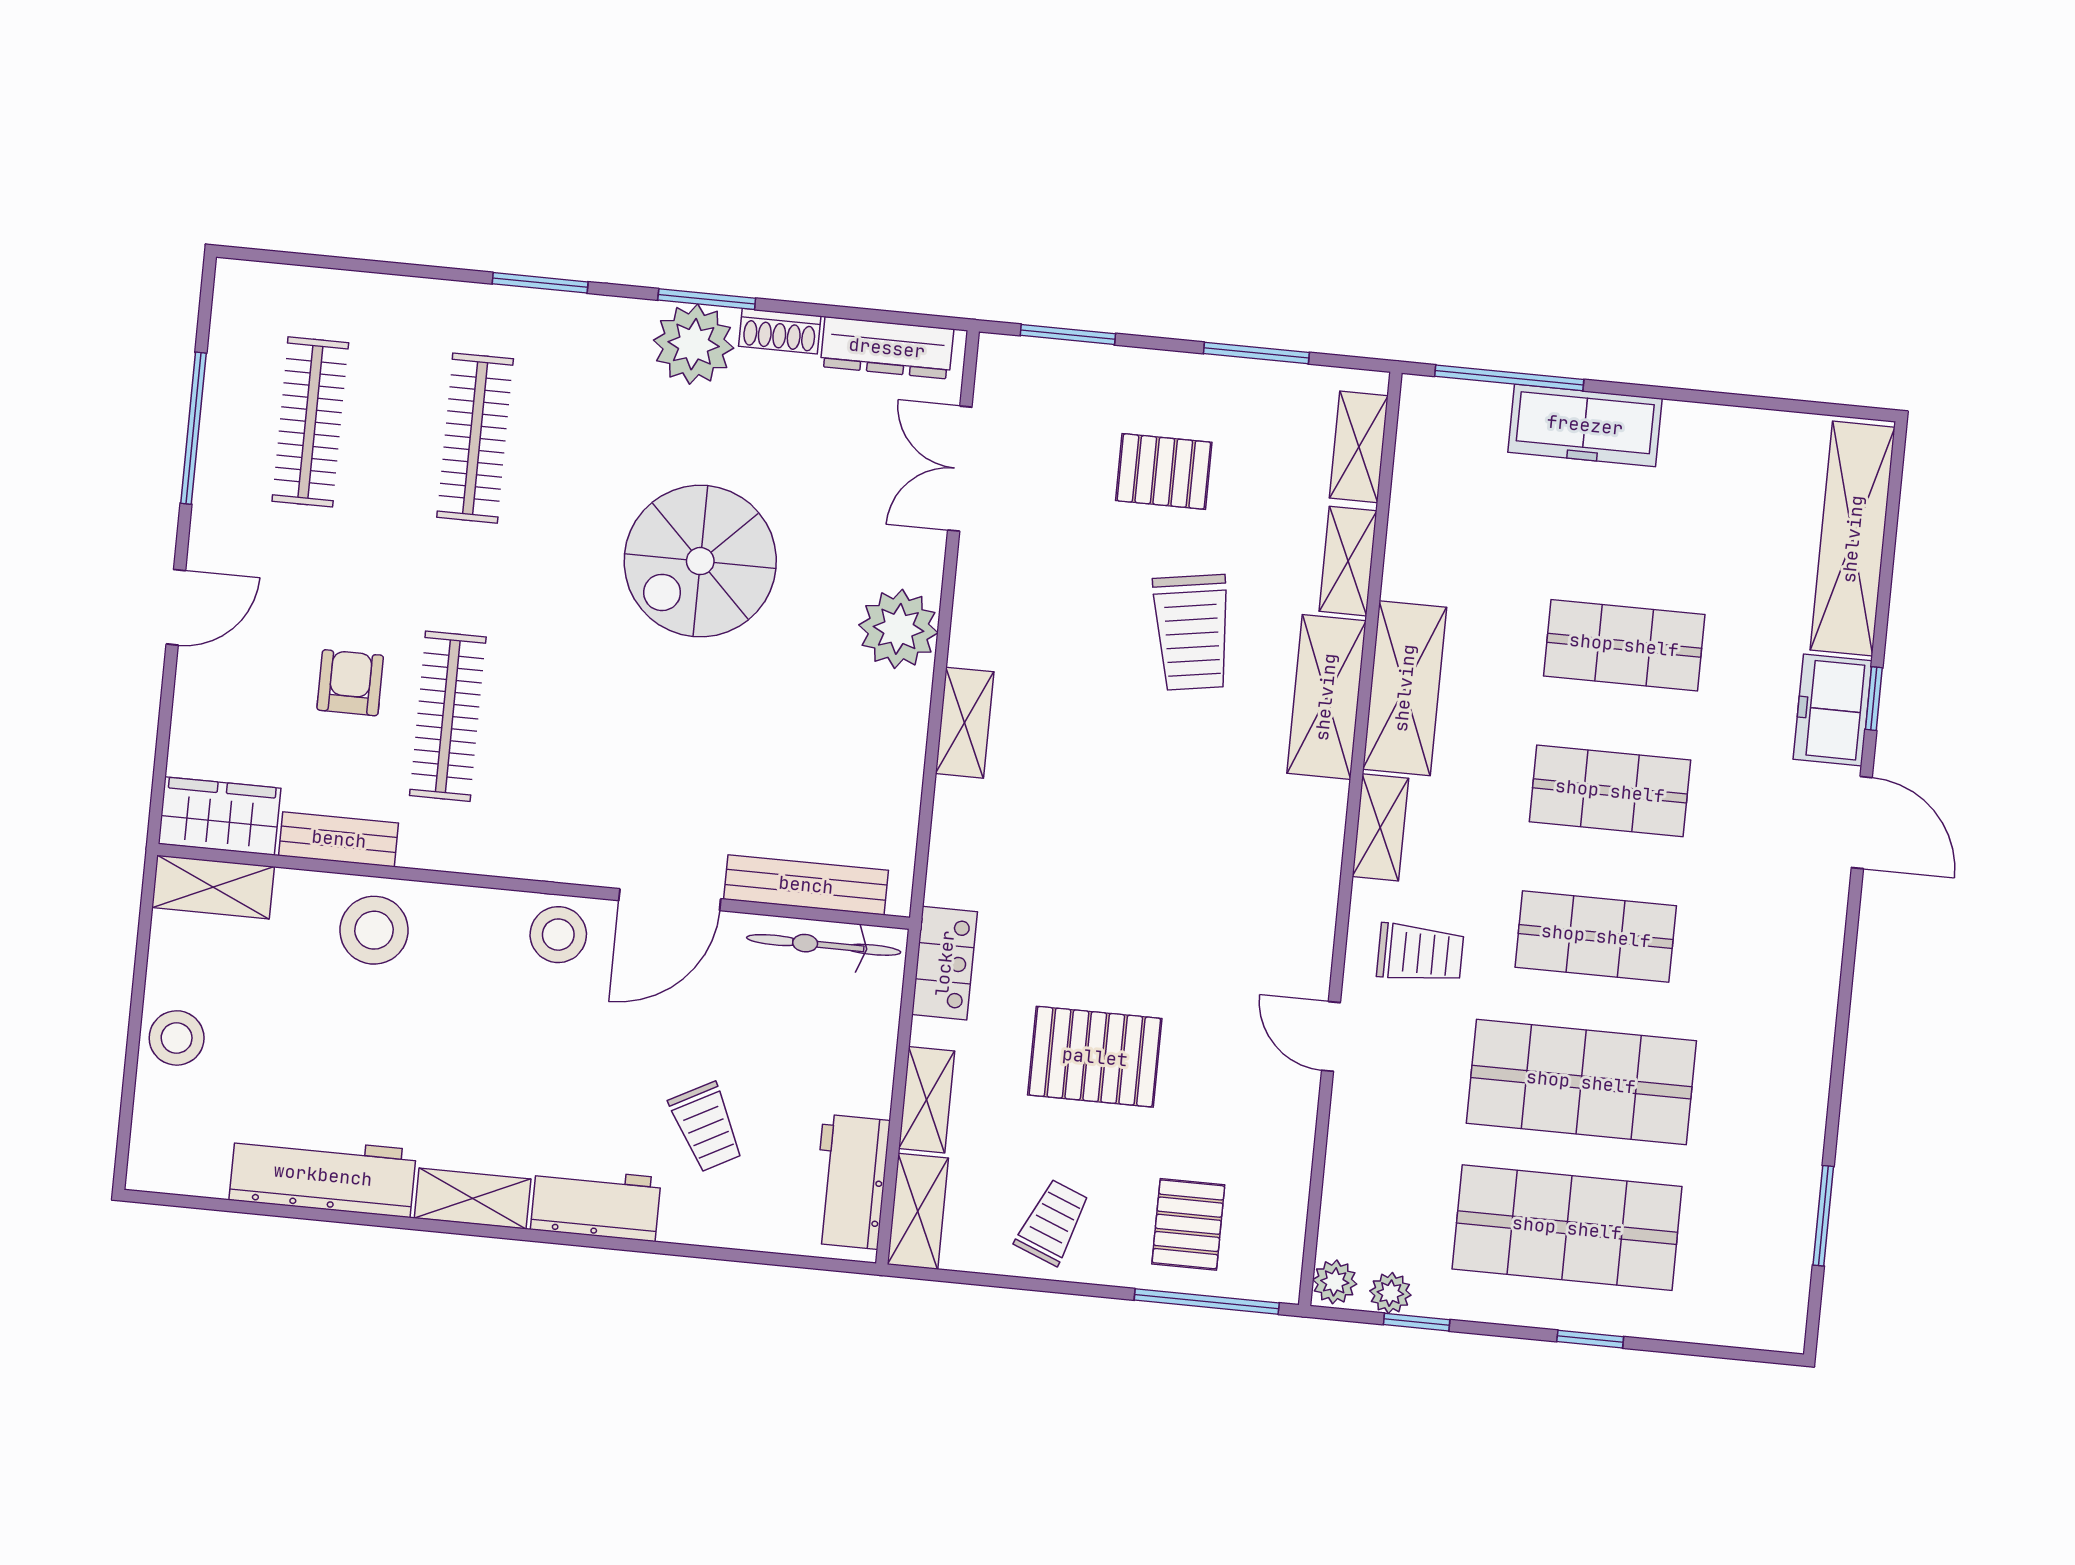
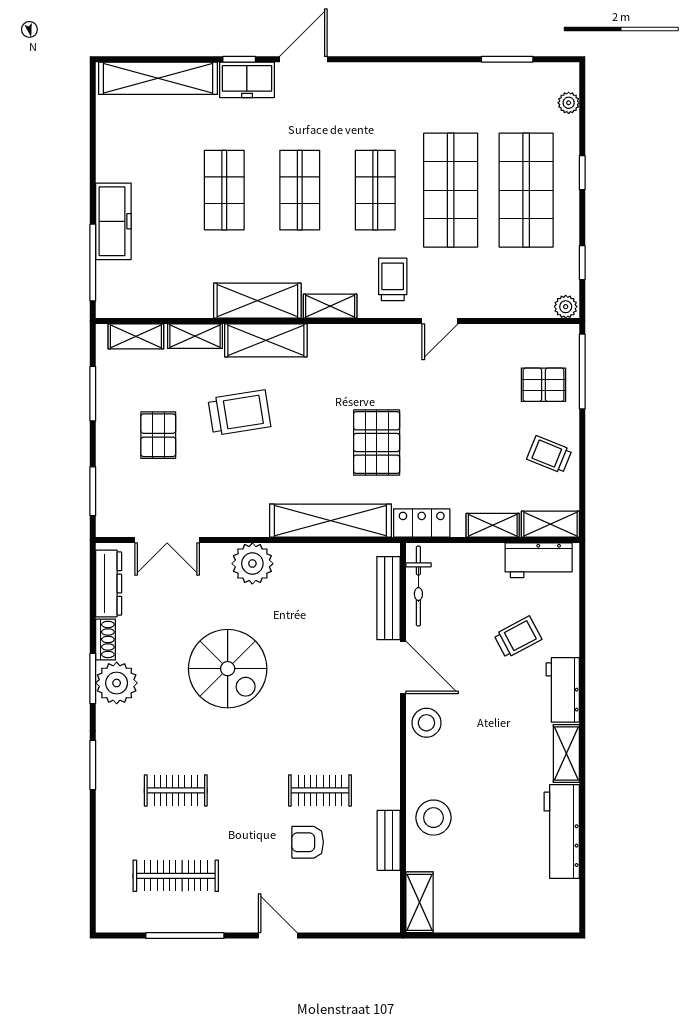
clothes rail: (475, 438) -> (176, 790), width x0.73
clothes rail: (448, 716) -> (320, 790), width x0.73
shelving: (965, 723) -> (330, 521), width x2.20, depth x1.33
wardrobe: (219, 816) -> (383, 903), removed
stool: (177, 1038) -> (499, 913), removed
pallet: (1095, 1057) -> (377, 443), moved
plant: (1390, 1293) -> (569, 103), moved

